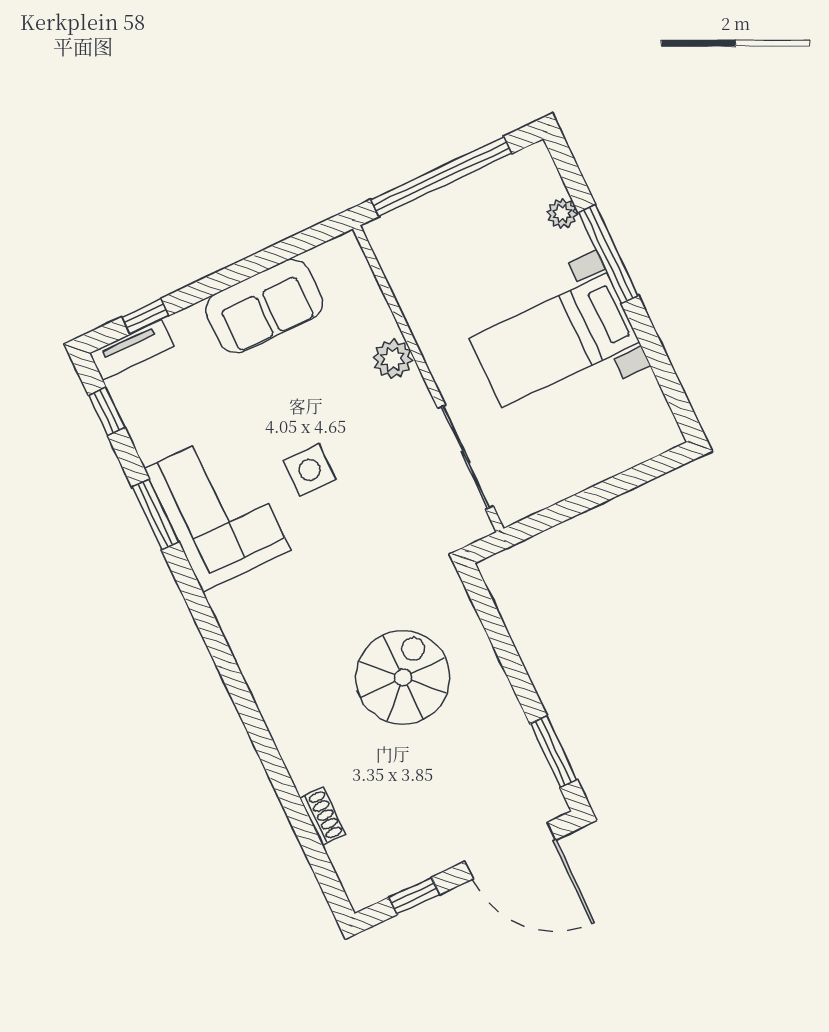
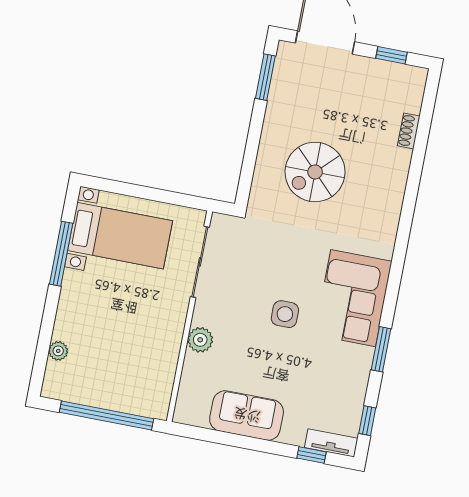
window: (608, 254) -> (61, 254), moved
bed with nightstands: (554, 340) -> (120, 236), moved
corner sofa: (217, 510) -> (353, 298), moved

